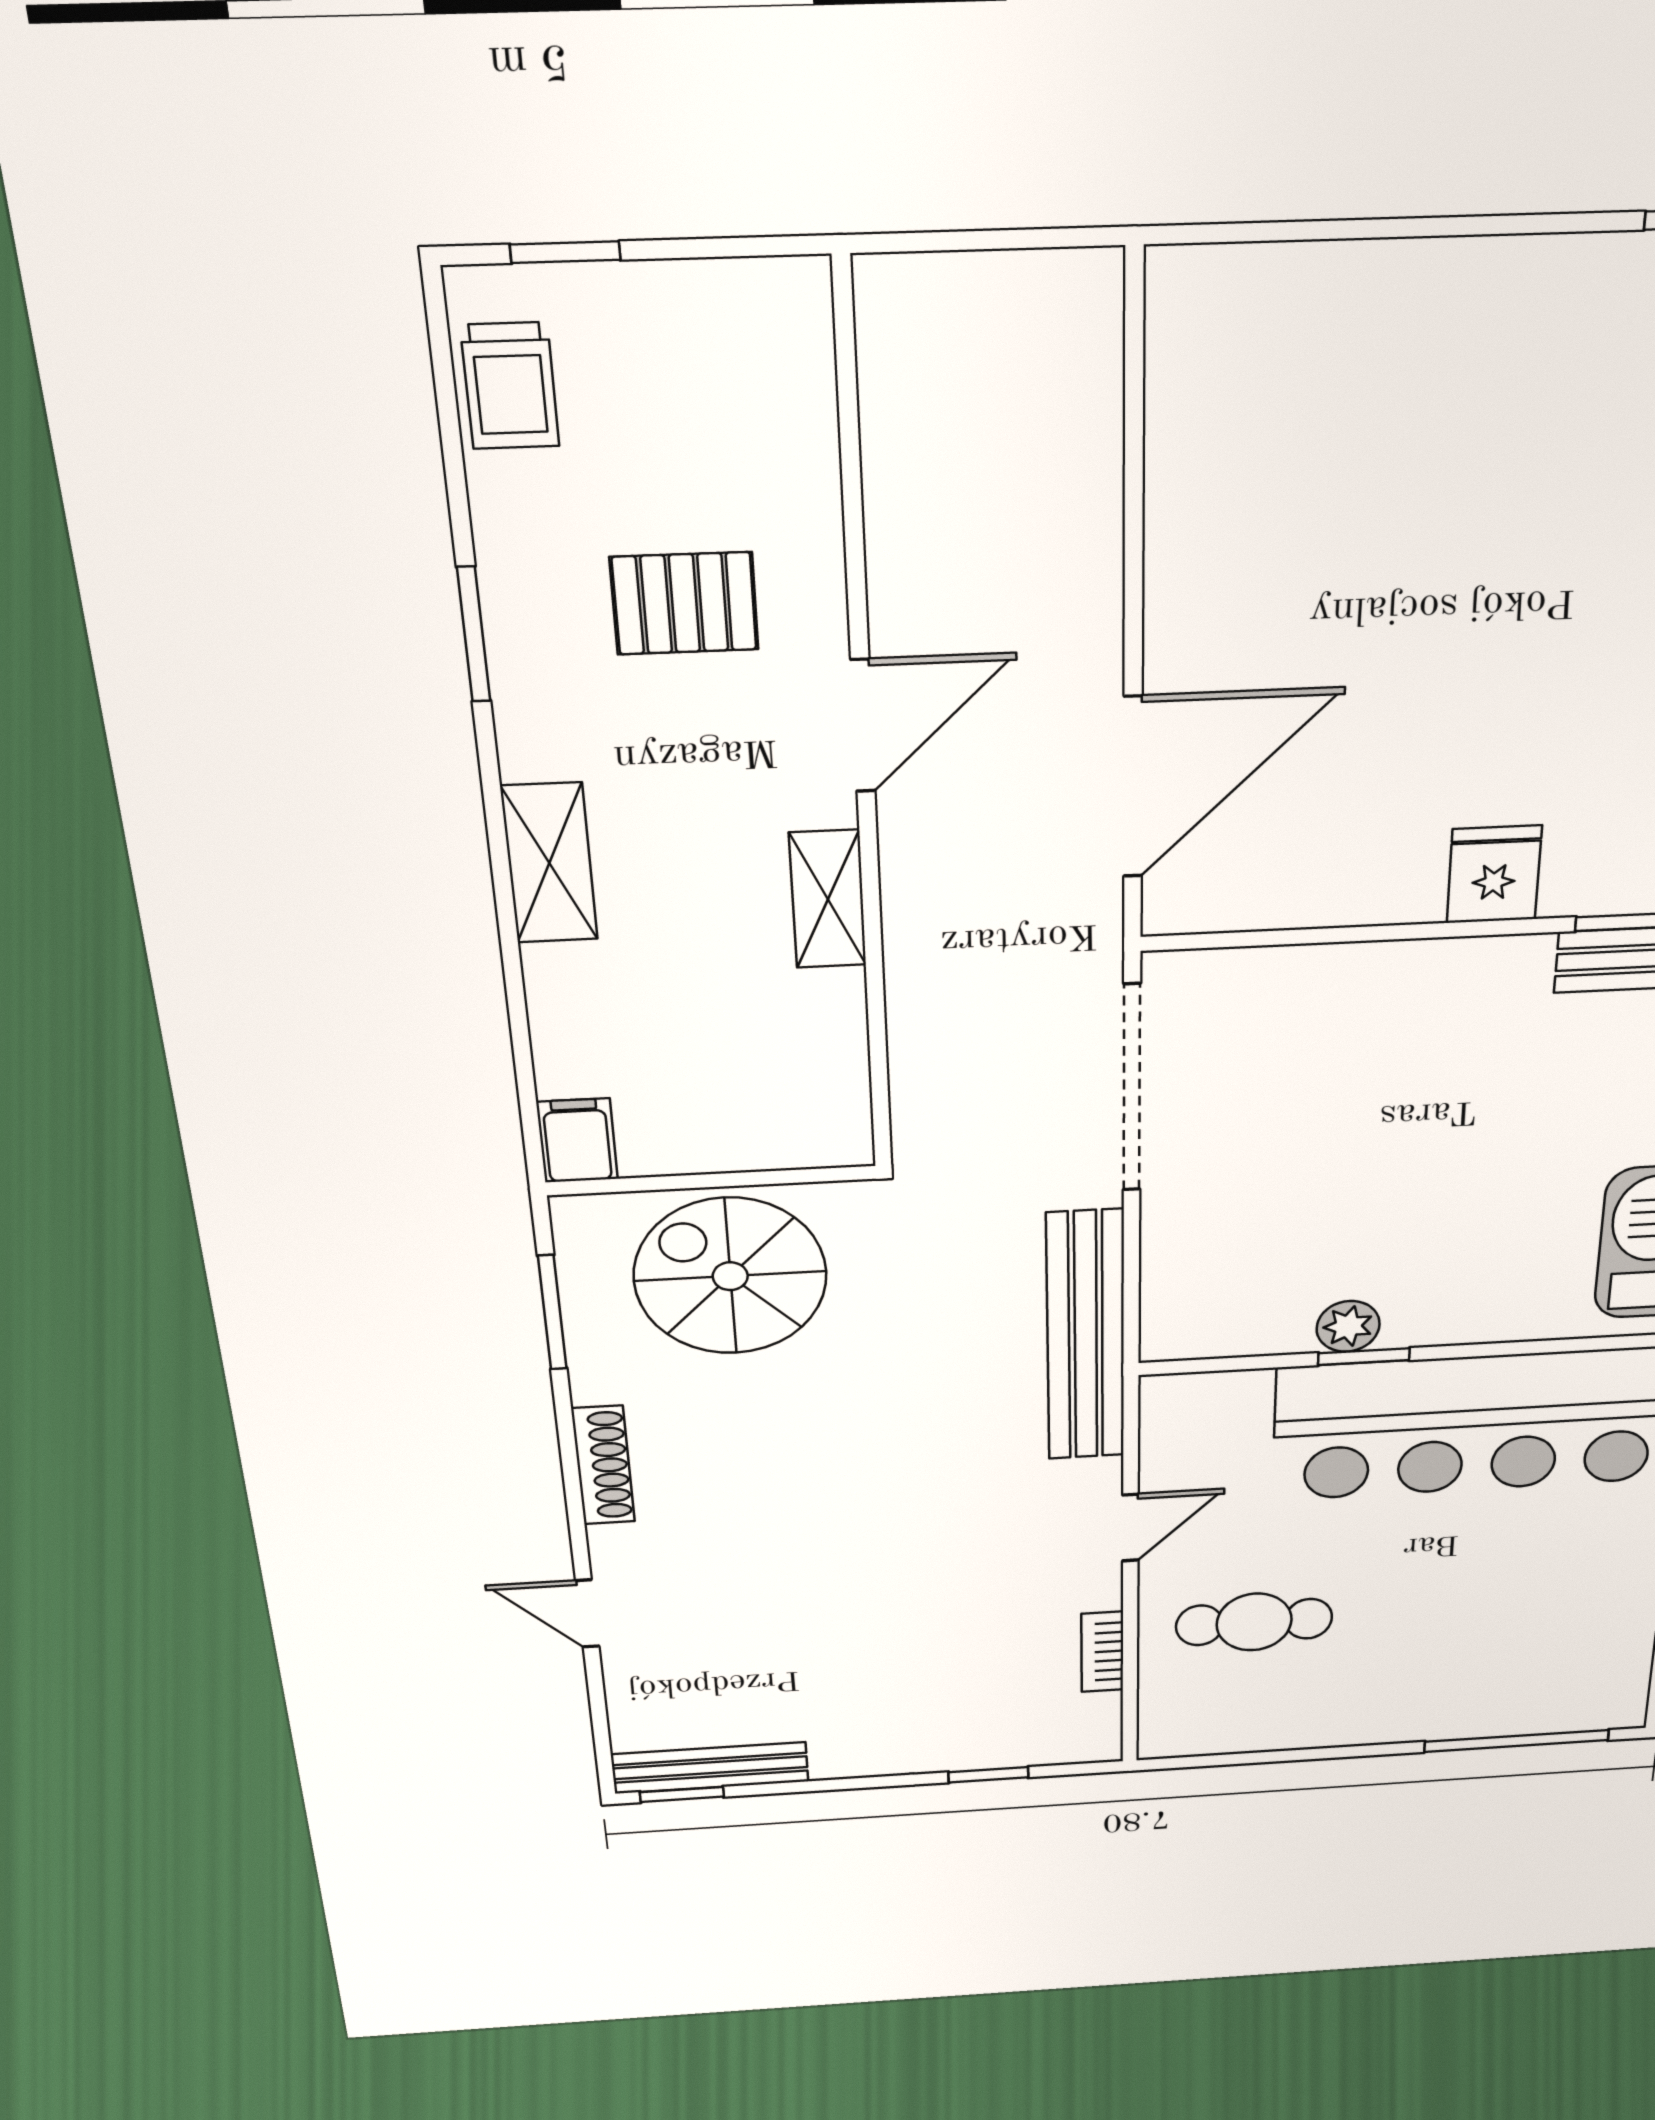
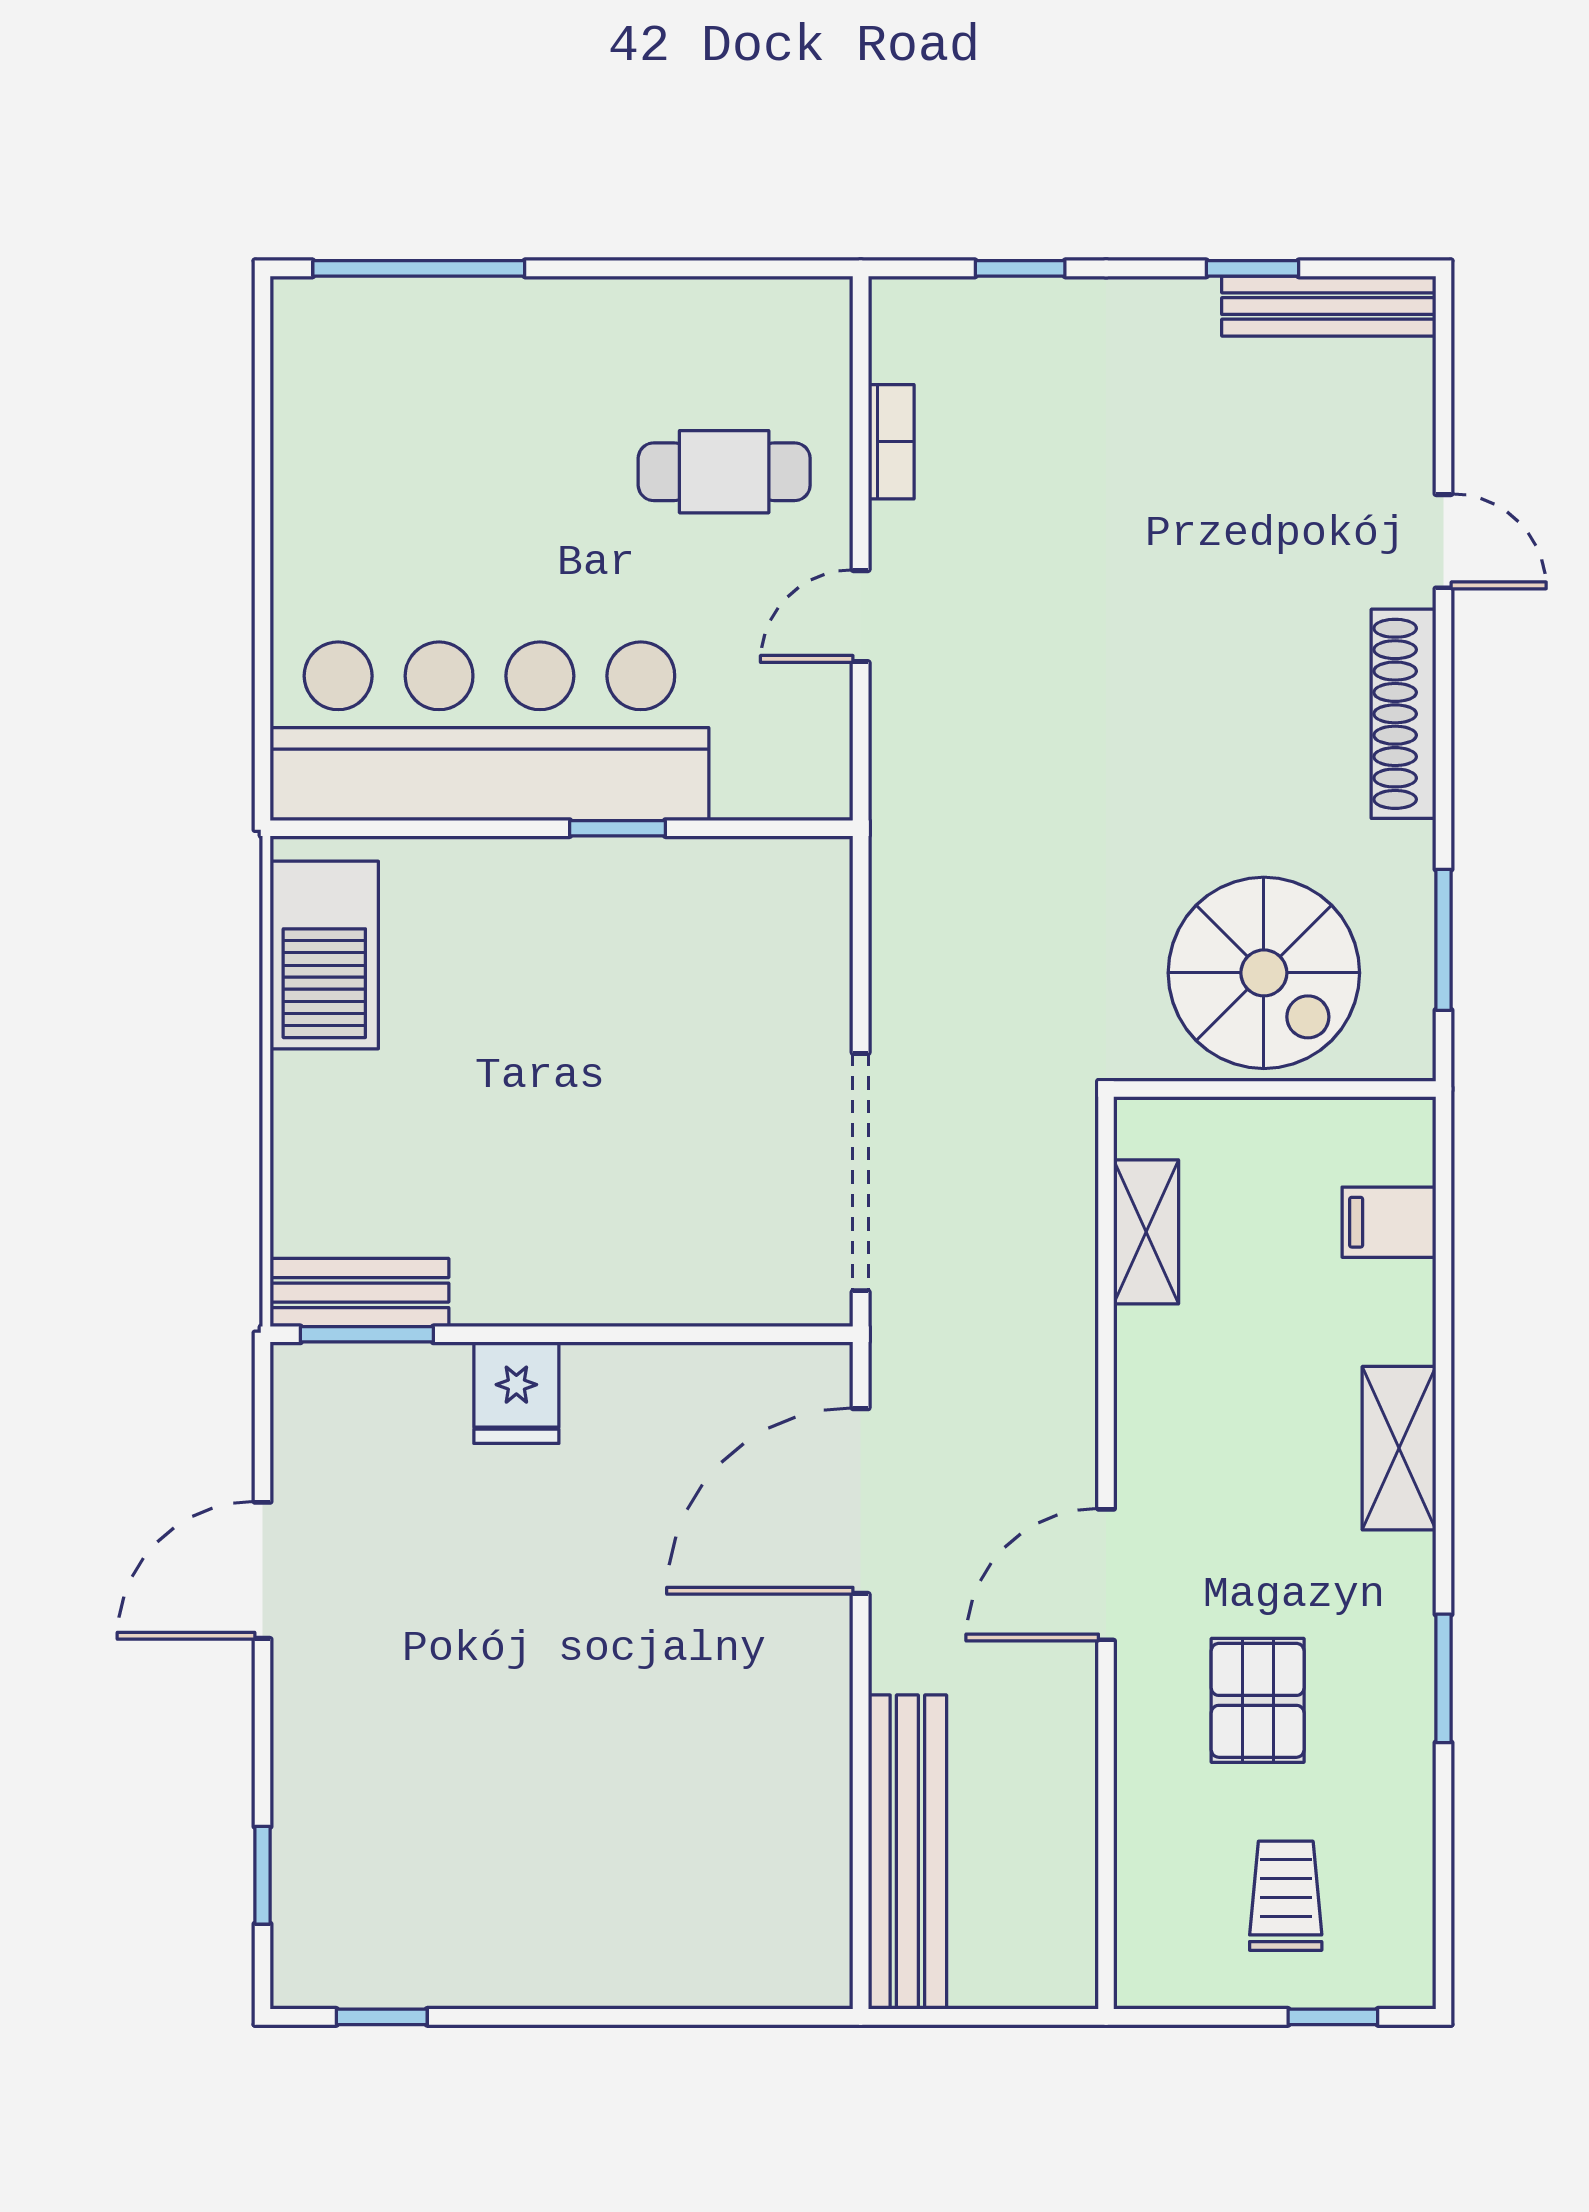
trolley: (510, 386) -> (1286, 1896), moved
pallet: (684, 603) -> (1258, 1700), turned 90
shelving: (828, 899) -> (1146, 1232), moved
filing cabinet: (577, 1140) -> (1389, 1222), moved, turned 90
plant: (1348, 1326) -> (636, 868), removed
bench: (1086, 1336) -> (907, 1852), moved
shoe rack: (603, 1465) -> (1403, 714), width x1.36, depth x1.24
window: (682, 1794) -> (1253, 268), moved

